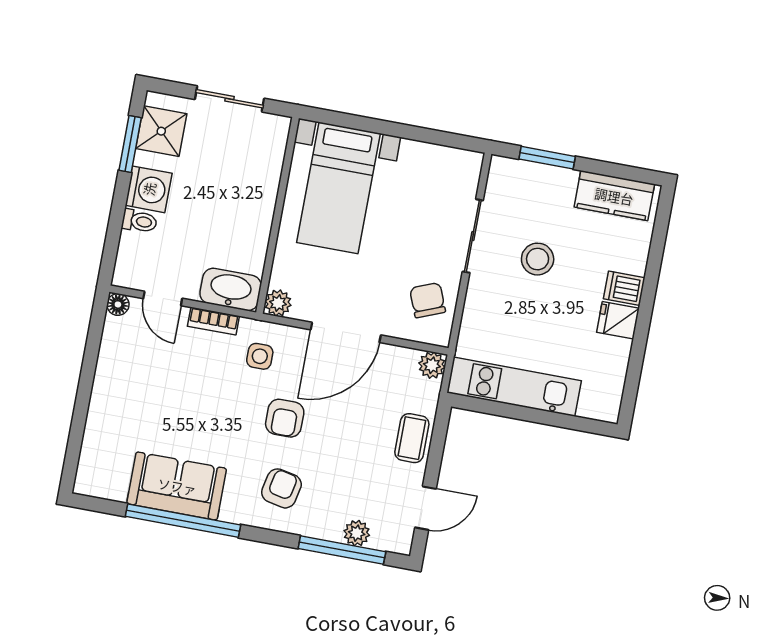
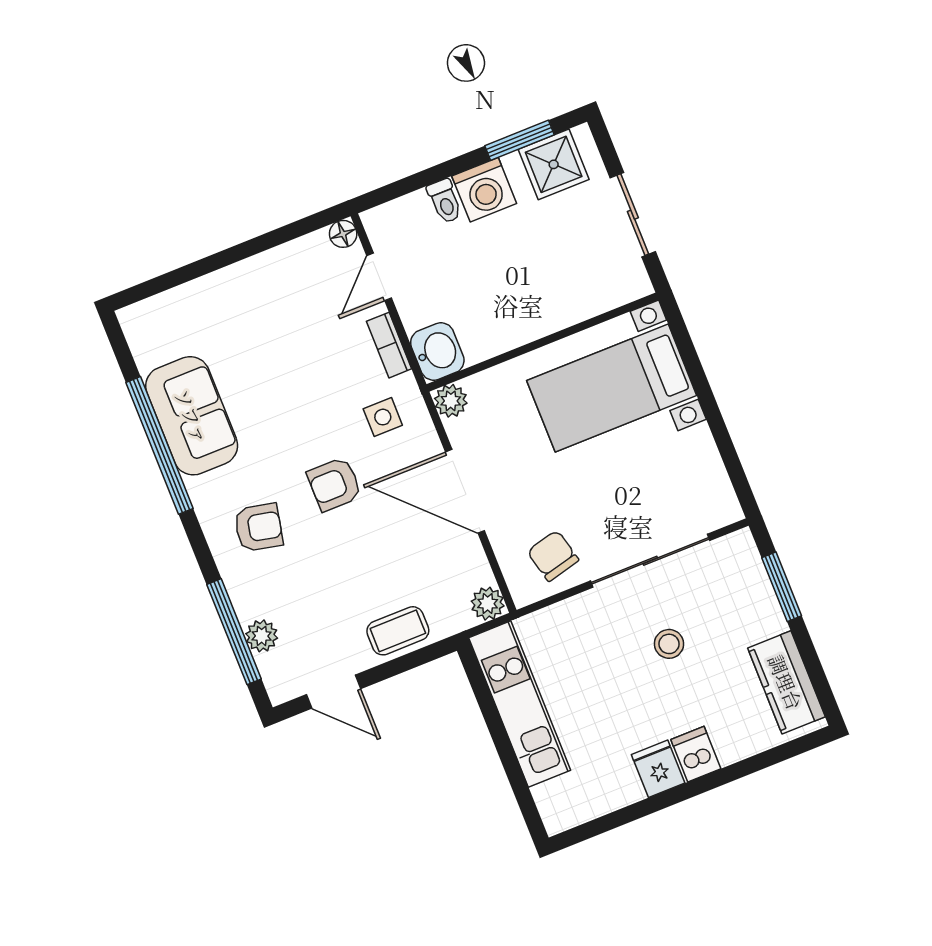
sliding door: (473, 236) -> (650, 561), width x1.37
stool: (538, 259) -> (669, 644), width x0.73, depth x0.73
washbasin: (231, 289) -> (437, 351), width x0.72
chair: (428, 300) -> (553, 556), turned -82

